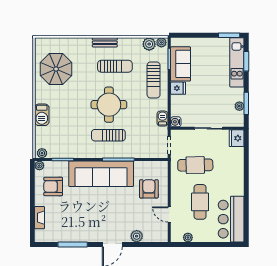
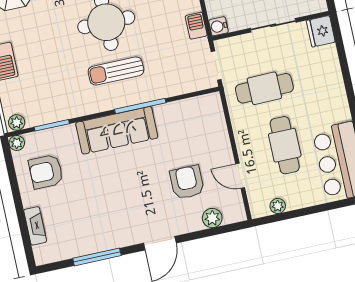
sofa: (101, 174) -> (117, 130), width x0.74, depth x0.79
armchair: (149, 189) -> (187, 182), moved
plant: (137, 236) -> (212, 218), moved

